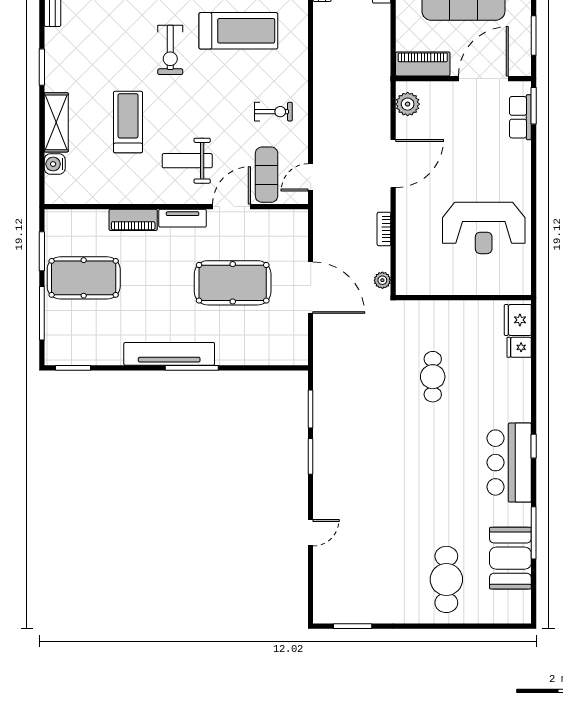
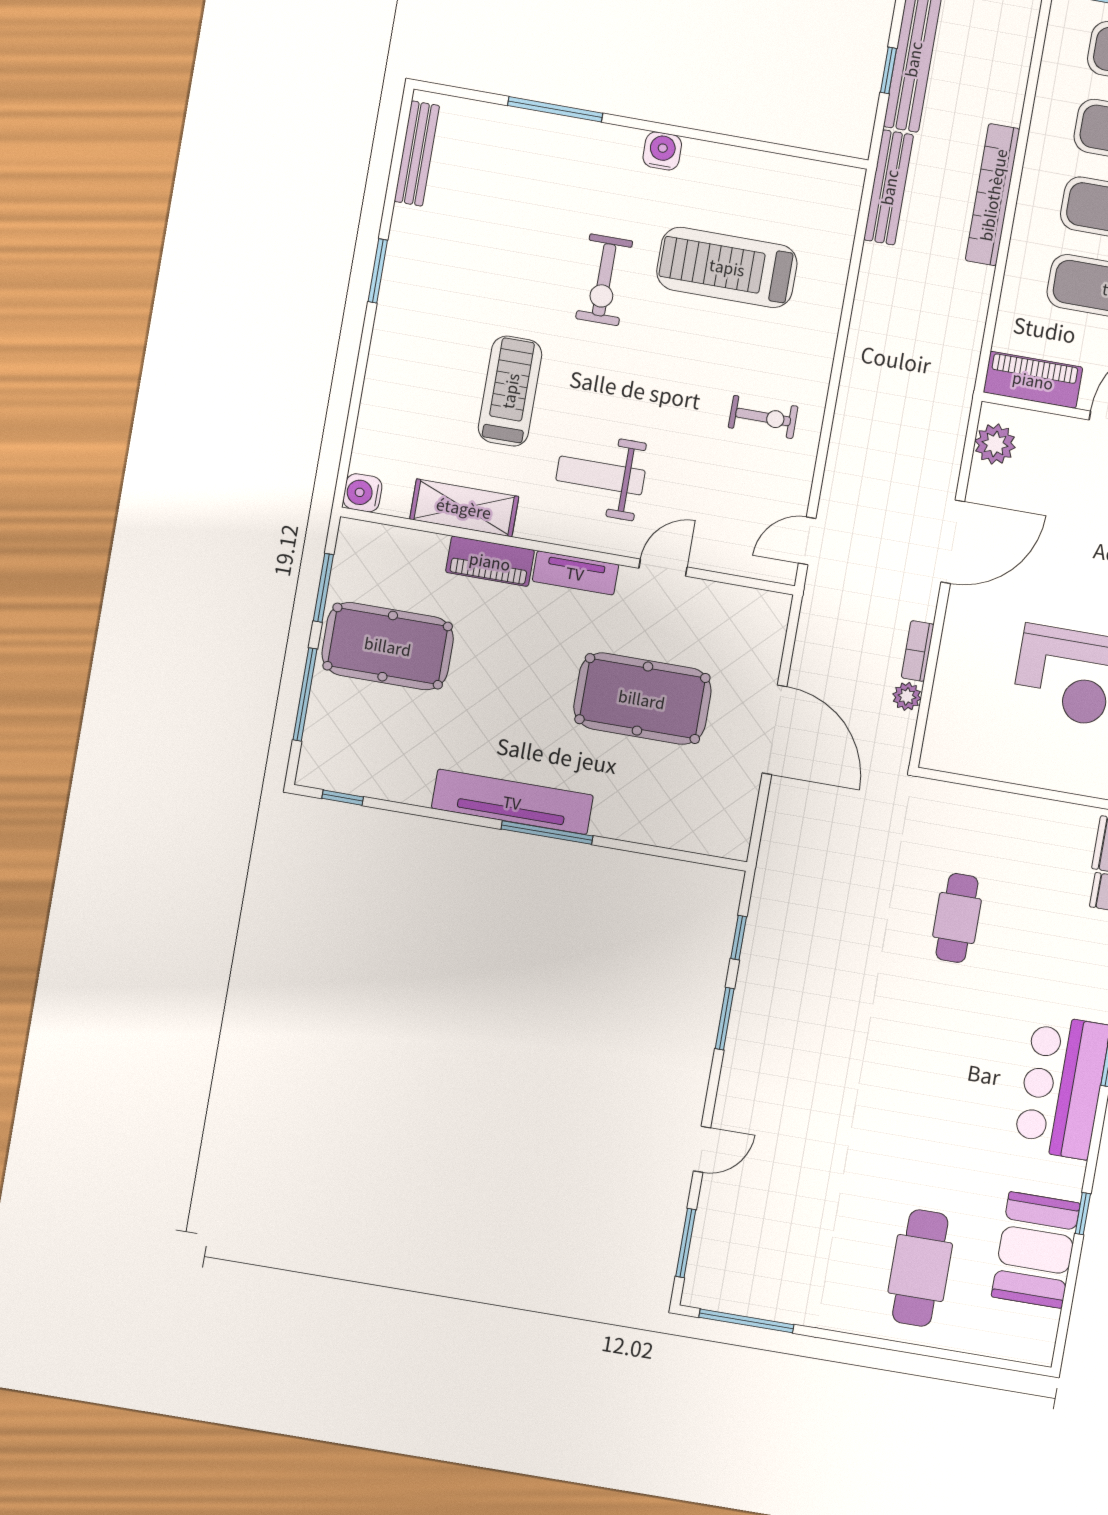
treadmill: (238, 31) -> (727, 267), turned 180
shelving: (56, 122) -> (464, 508), moved, turned 90
water cooler: (55, 164) -> (362, 493), moved
exercise mat: (267, 175) -> (733, 523), removed
door: (232, 207) -> (663, 568), width x0.73
plant: (382, 280) -> (907, 696), moved
window: (73, 368) -> (343, 798), width x0.67
window: (311, 409) -> (739, 938), width x0.67
window: (534, 533) -> (1083, 1214), width x0.46
window: (311, 588) -> (686, 1243), added
window: (353, 626) -> (746, 1321), width x1.44

